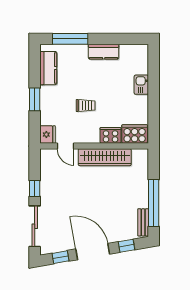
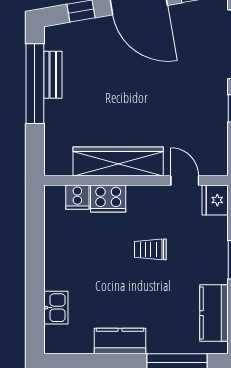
kitchen sink: (141, 85) -> (56, 308), moved
cooker: (135, 134) -> (77, 197), width x0.53, depth x0.76
bench: (143, 222) -> (53, 75), moved

